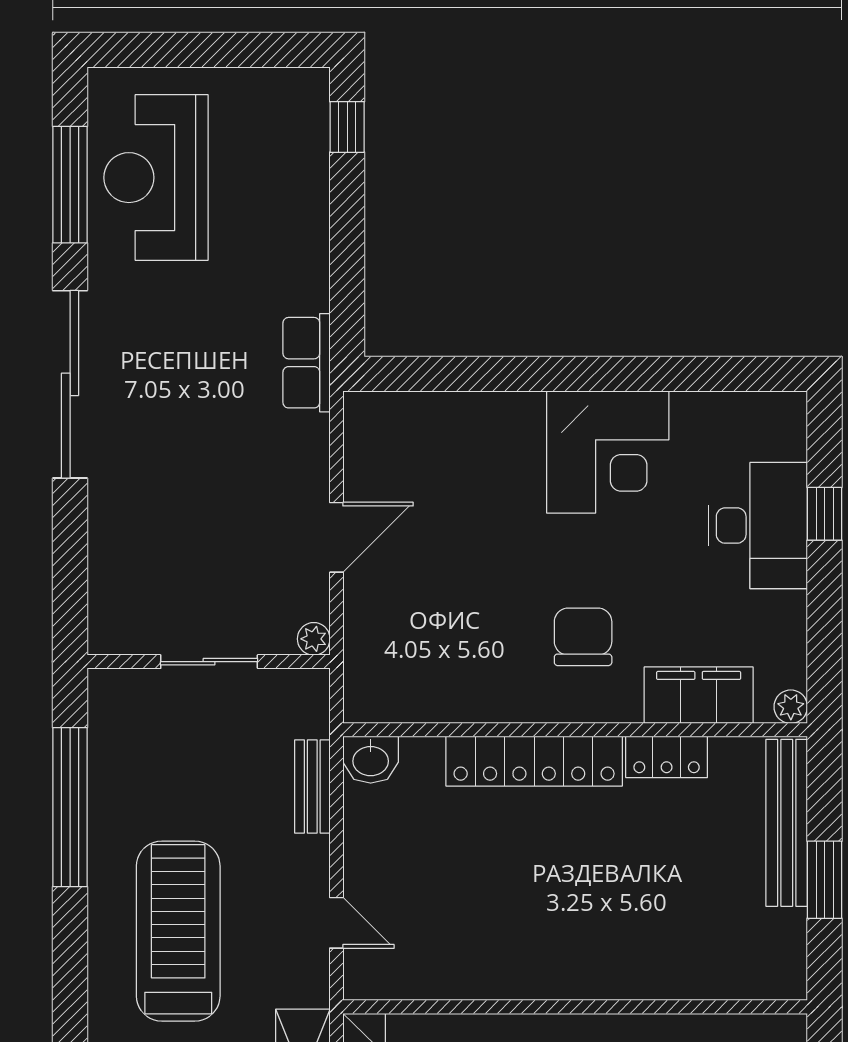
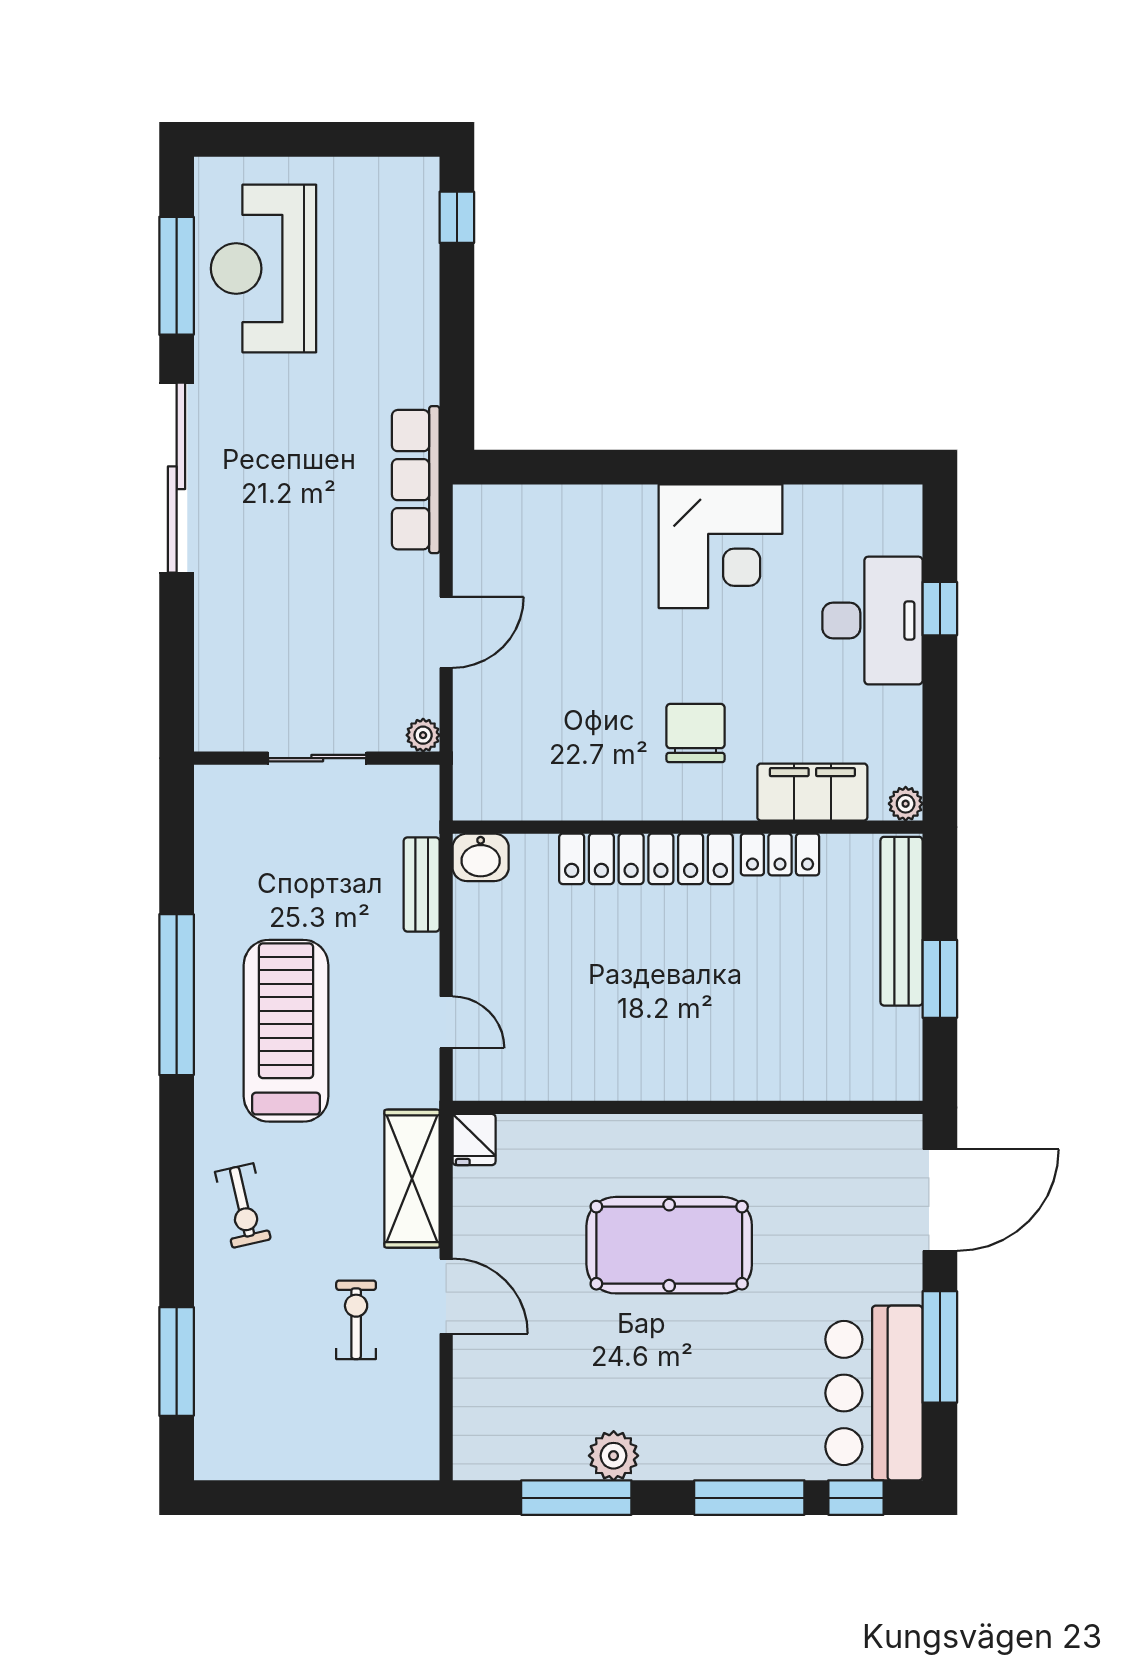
row of seats: (307, 363) -> (416, 480), width x1.48
window: (70, 807) -> (177, 995), moved

